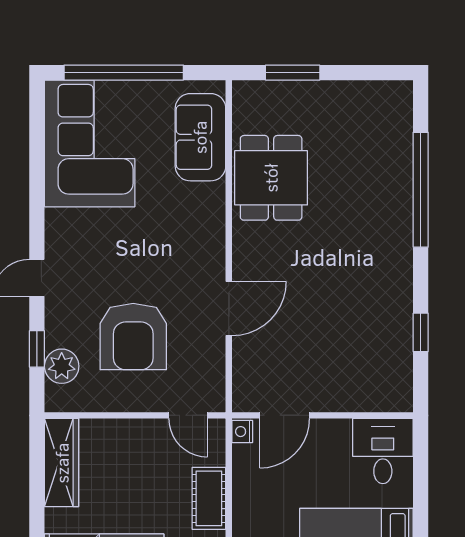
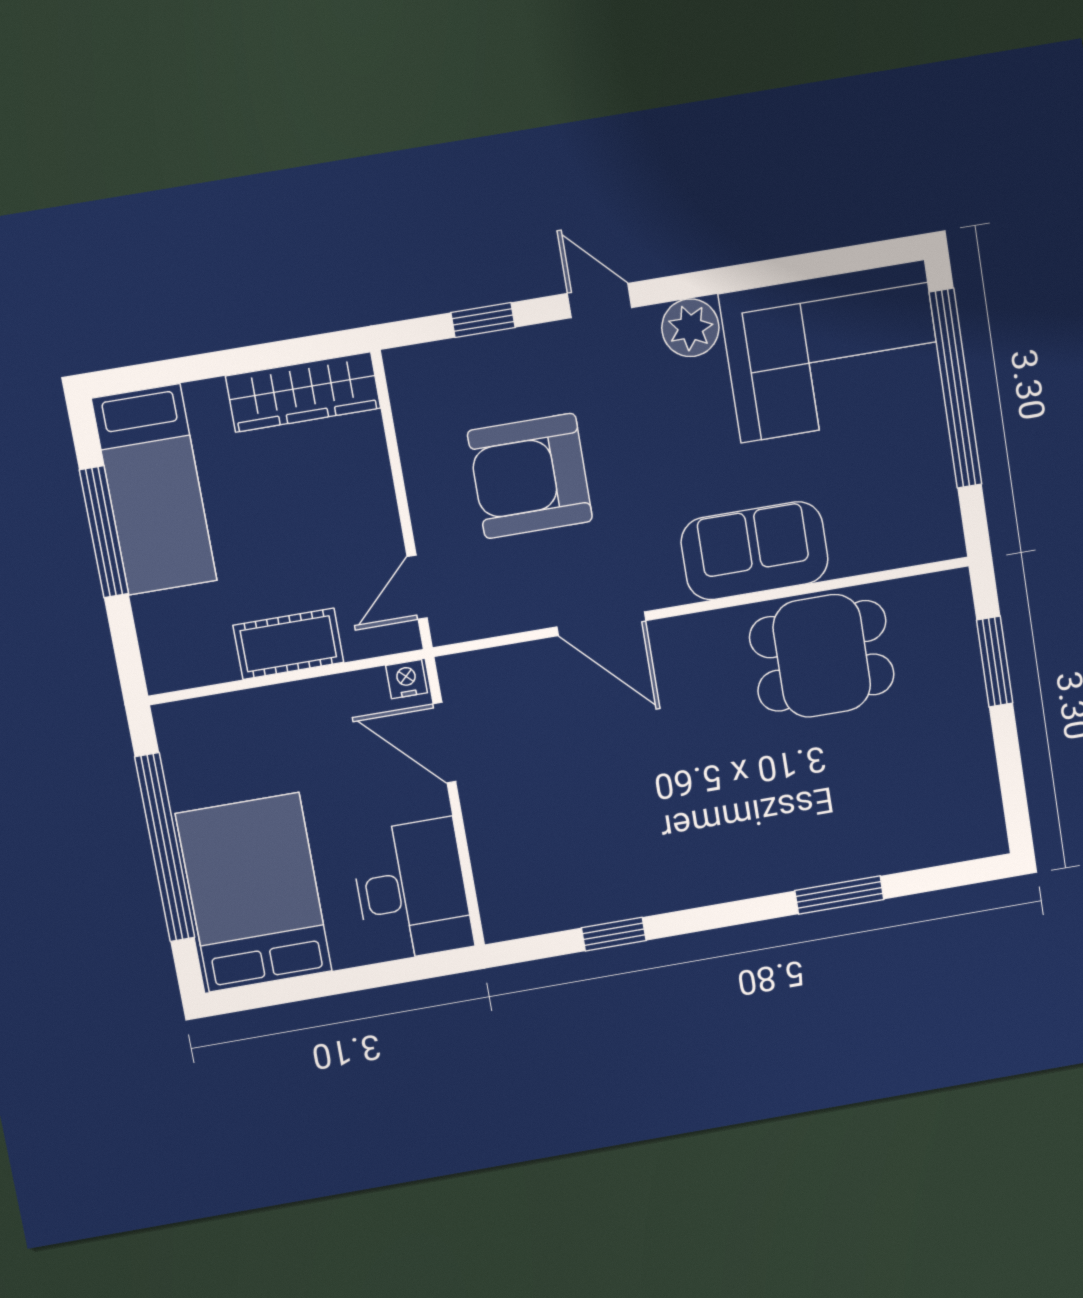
sofa: (200, 137) -> (755, 551), moved
window: (421, 190) -> (839, 895), width x0.47
plant: (62, 366) -> (690, 328), moved
desk: (383, 451) -> (412, 890), width x1.37

